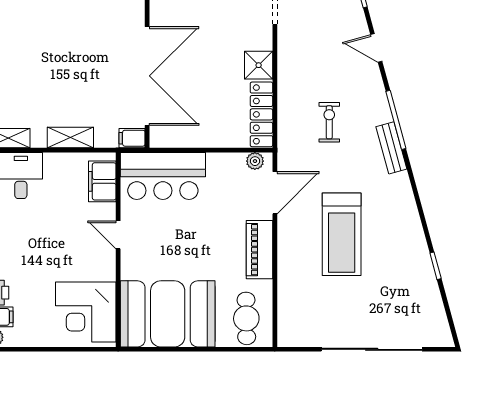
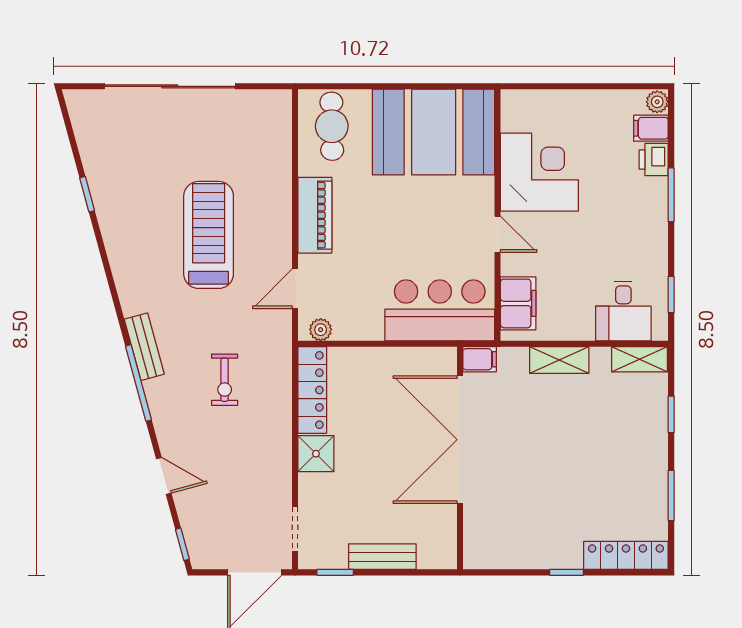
door: (275, 193) -> (295, 289), width x0.73
corner desk: (86, 312) -> (539, 172), moved

